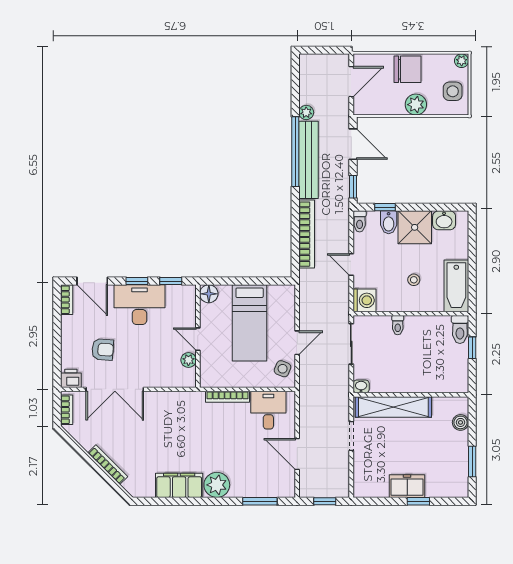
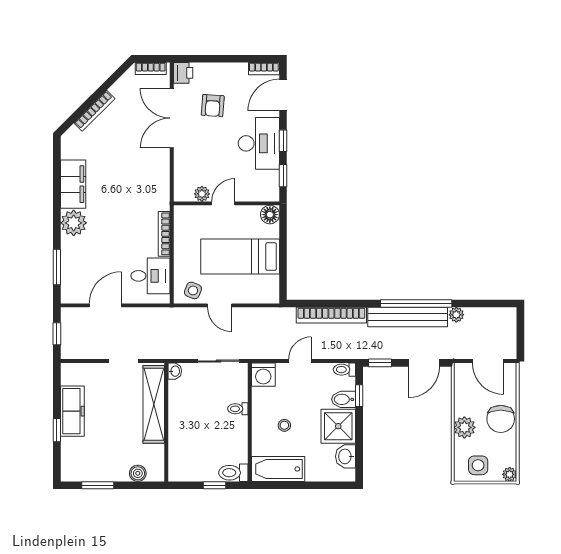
freezer: (407, 486) -> (72, 411), width x1.40

